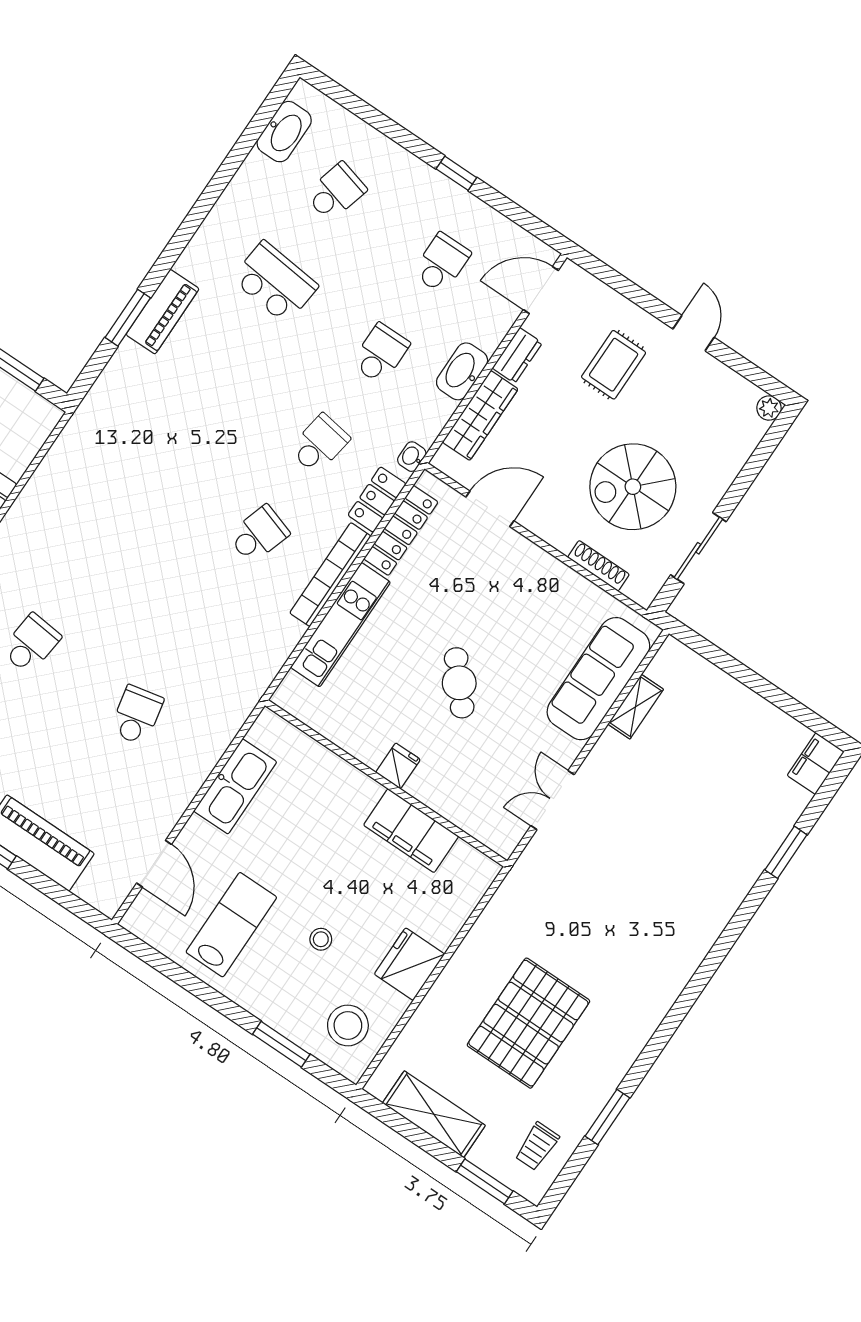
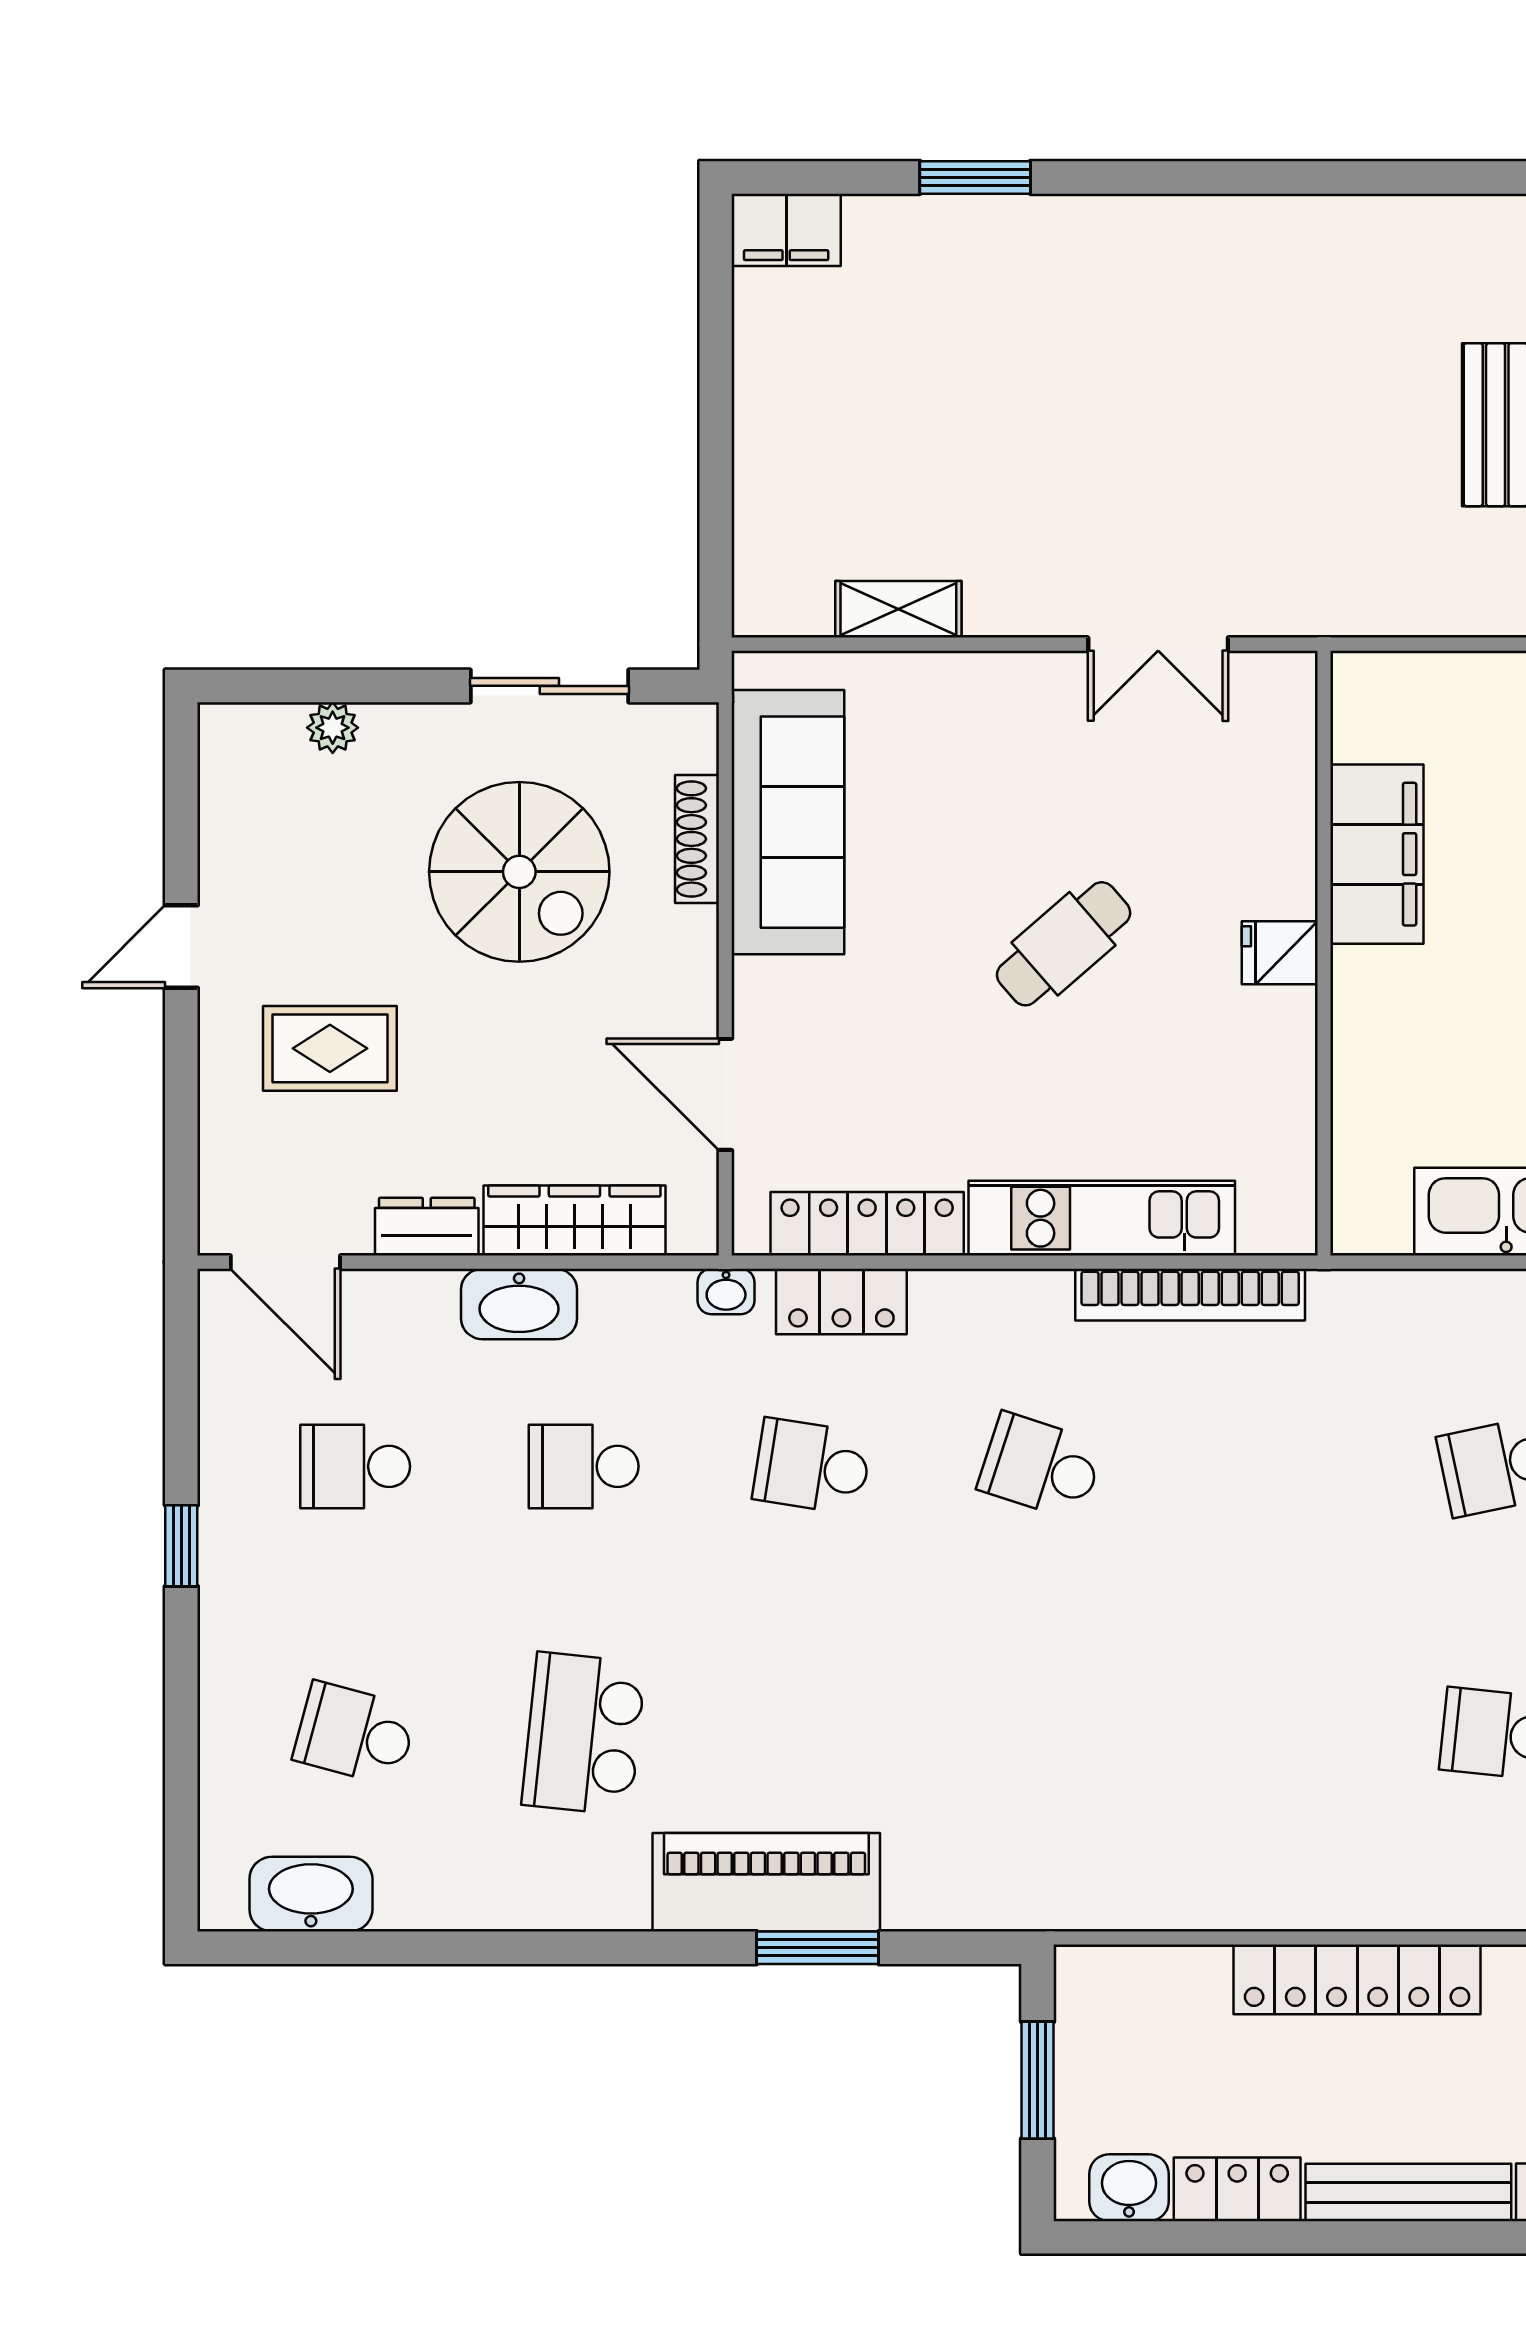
piano: (163, 312) -> (766, 1882), width x1.37, depth x1.33
plant: (769, 408) -> (333, 728), moved
bookcase: (330, 575) -> (1190, 1295), moved
sofa: (598, 679) -> (788, 822), moved, turned -90

